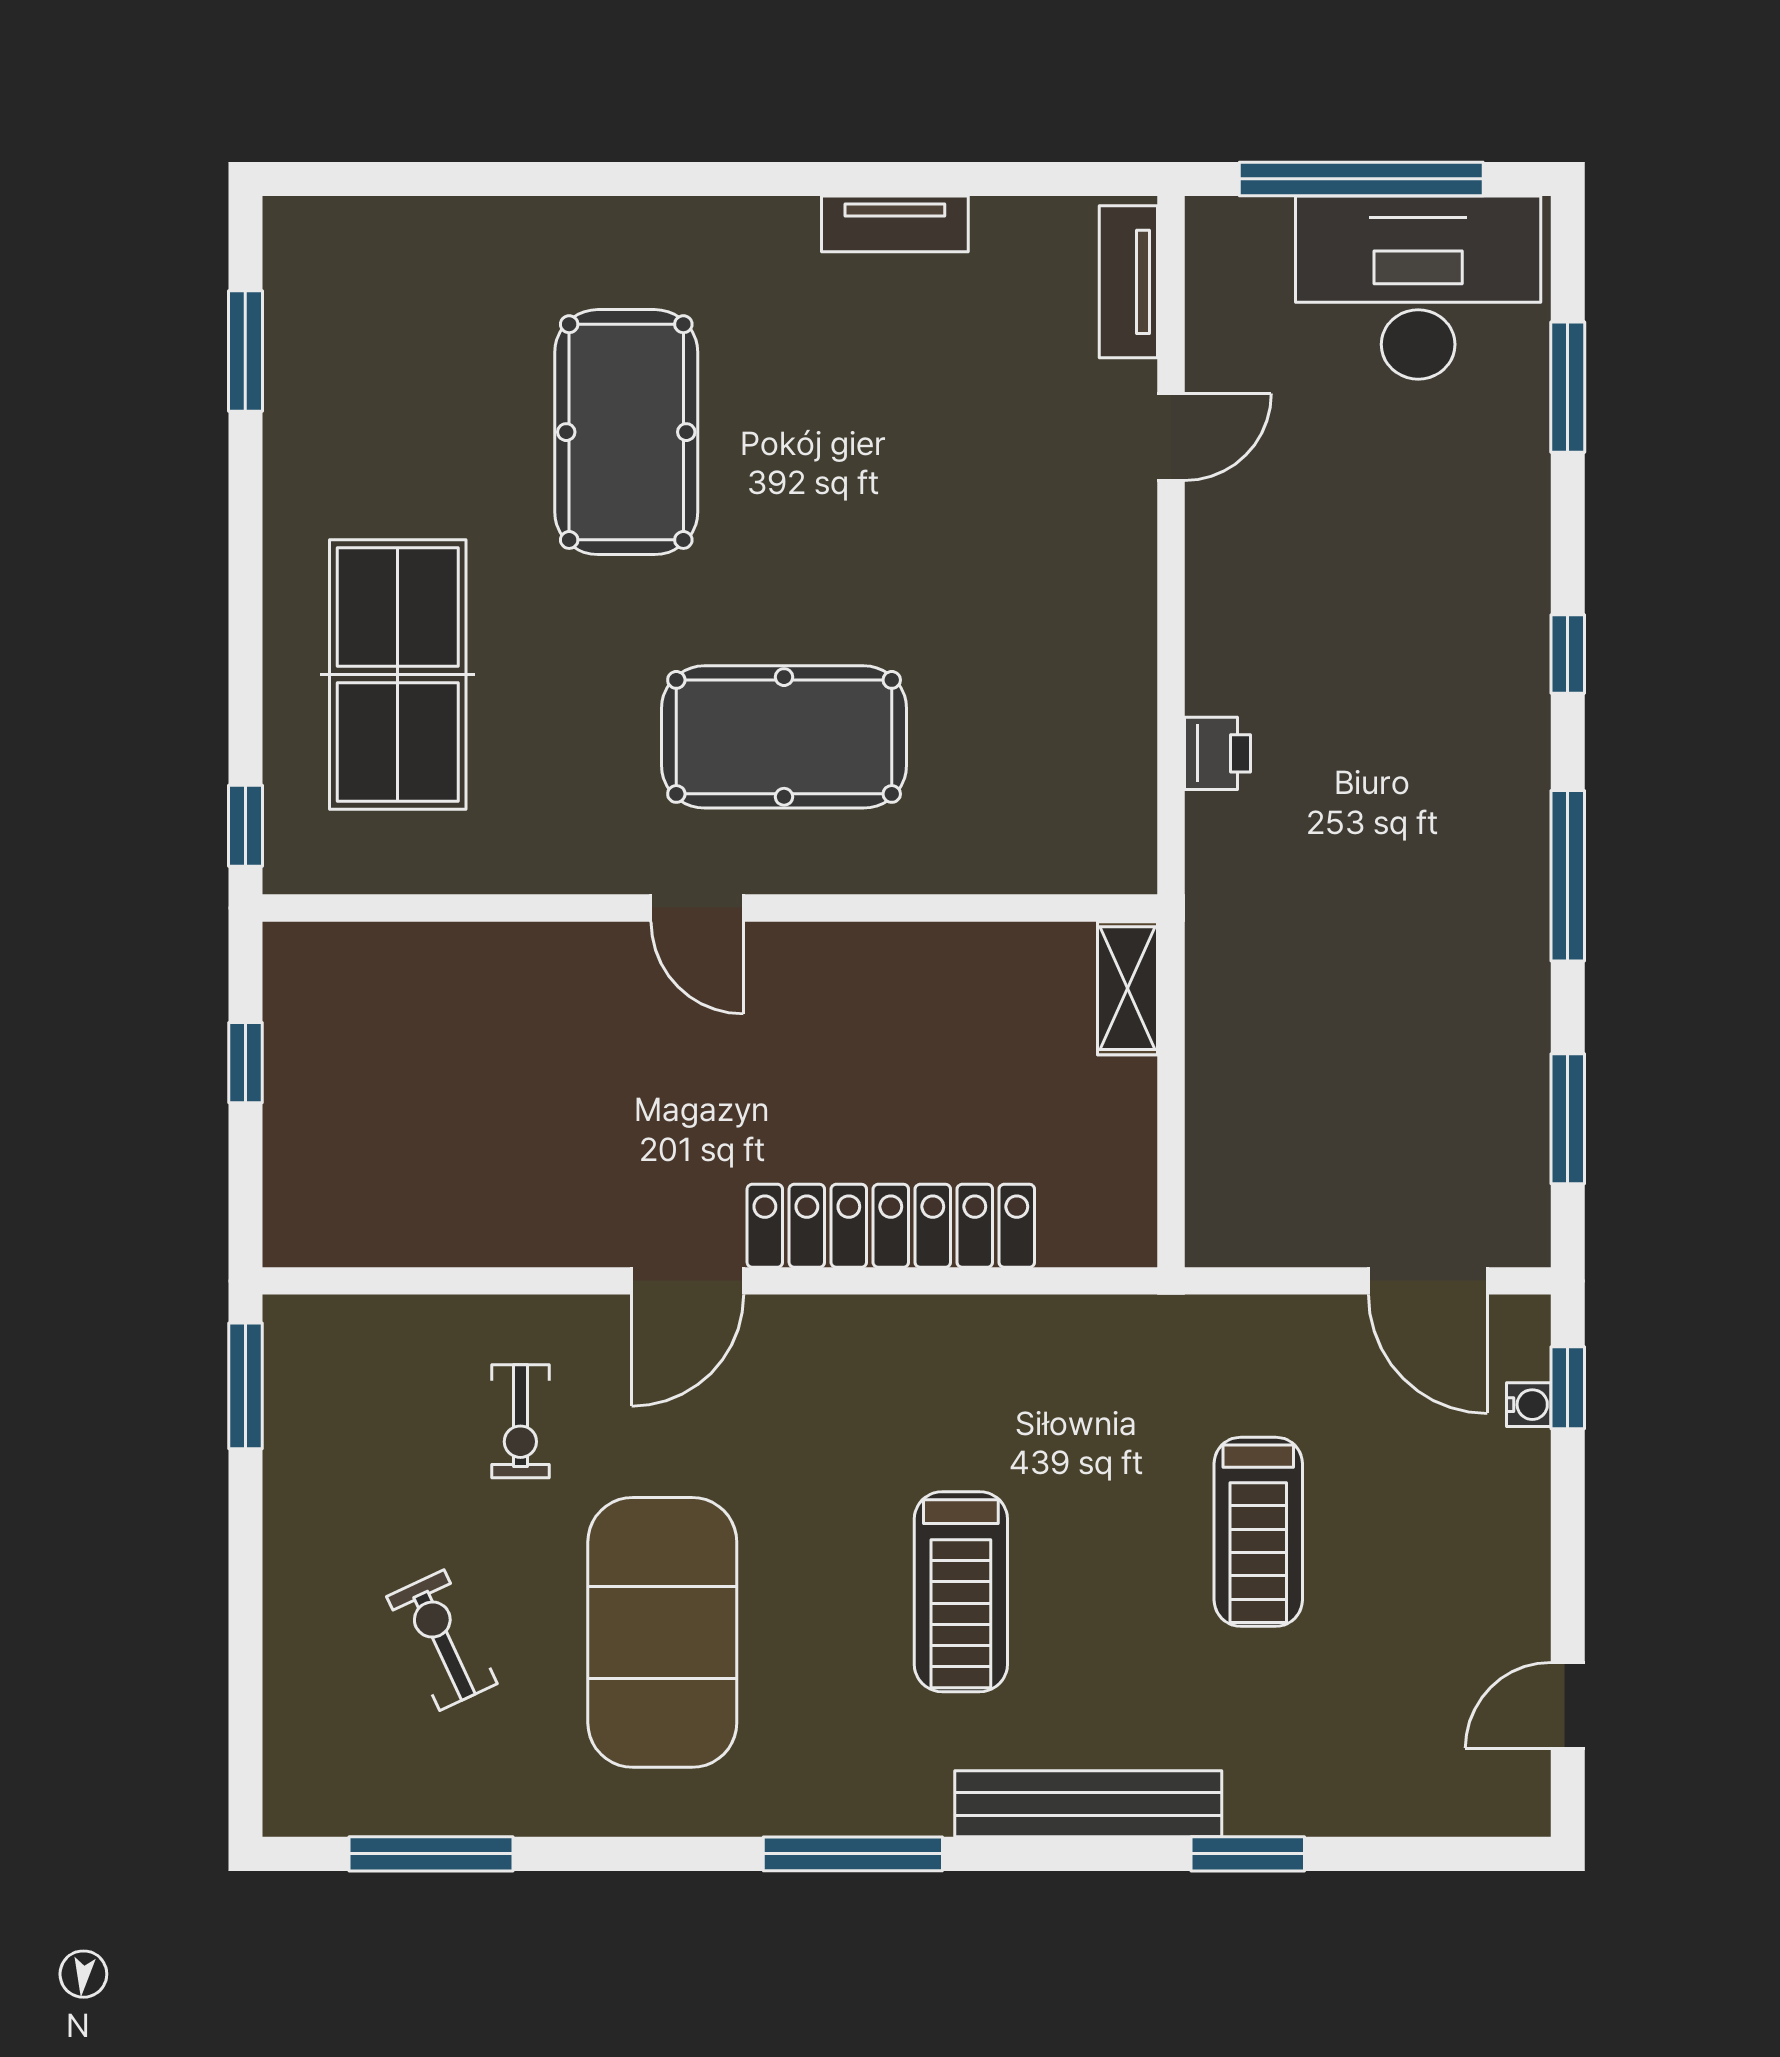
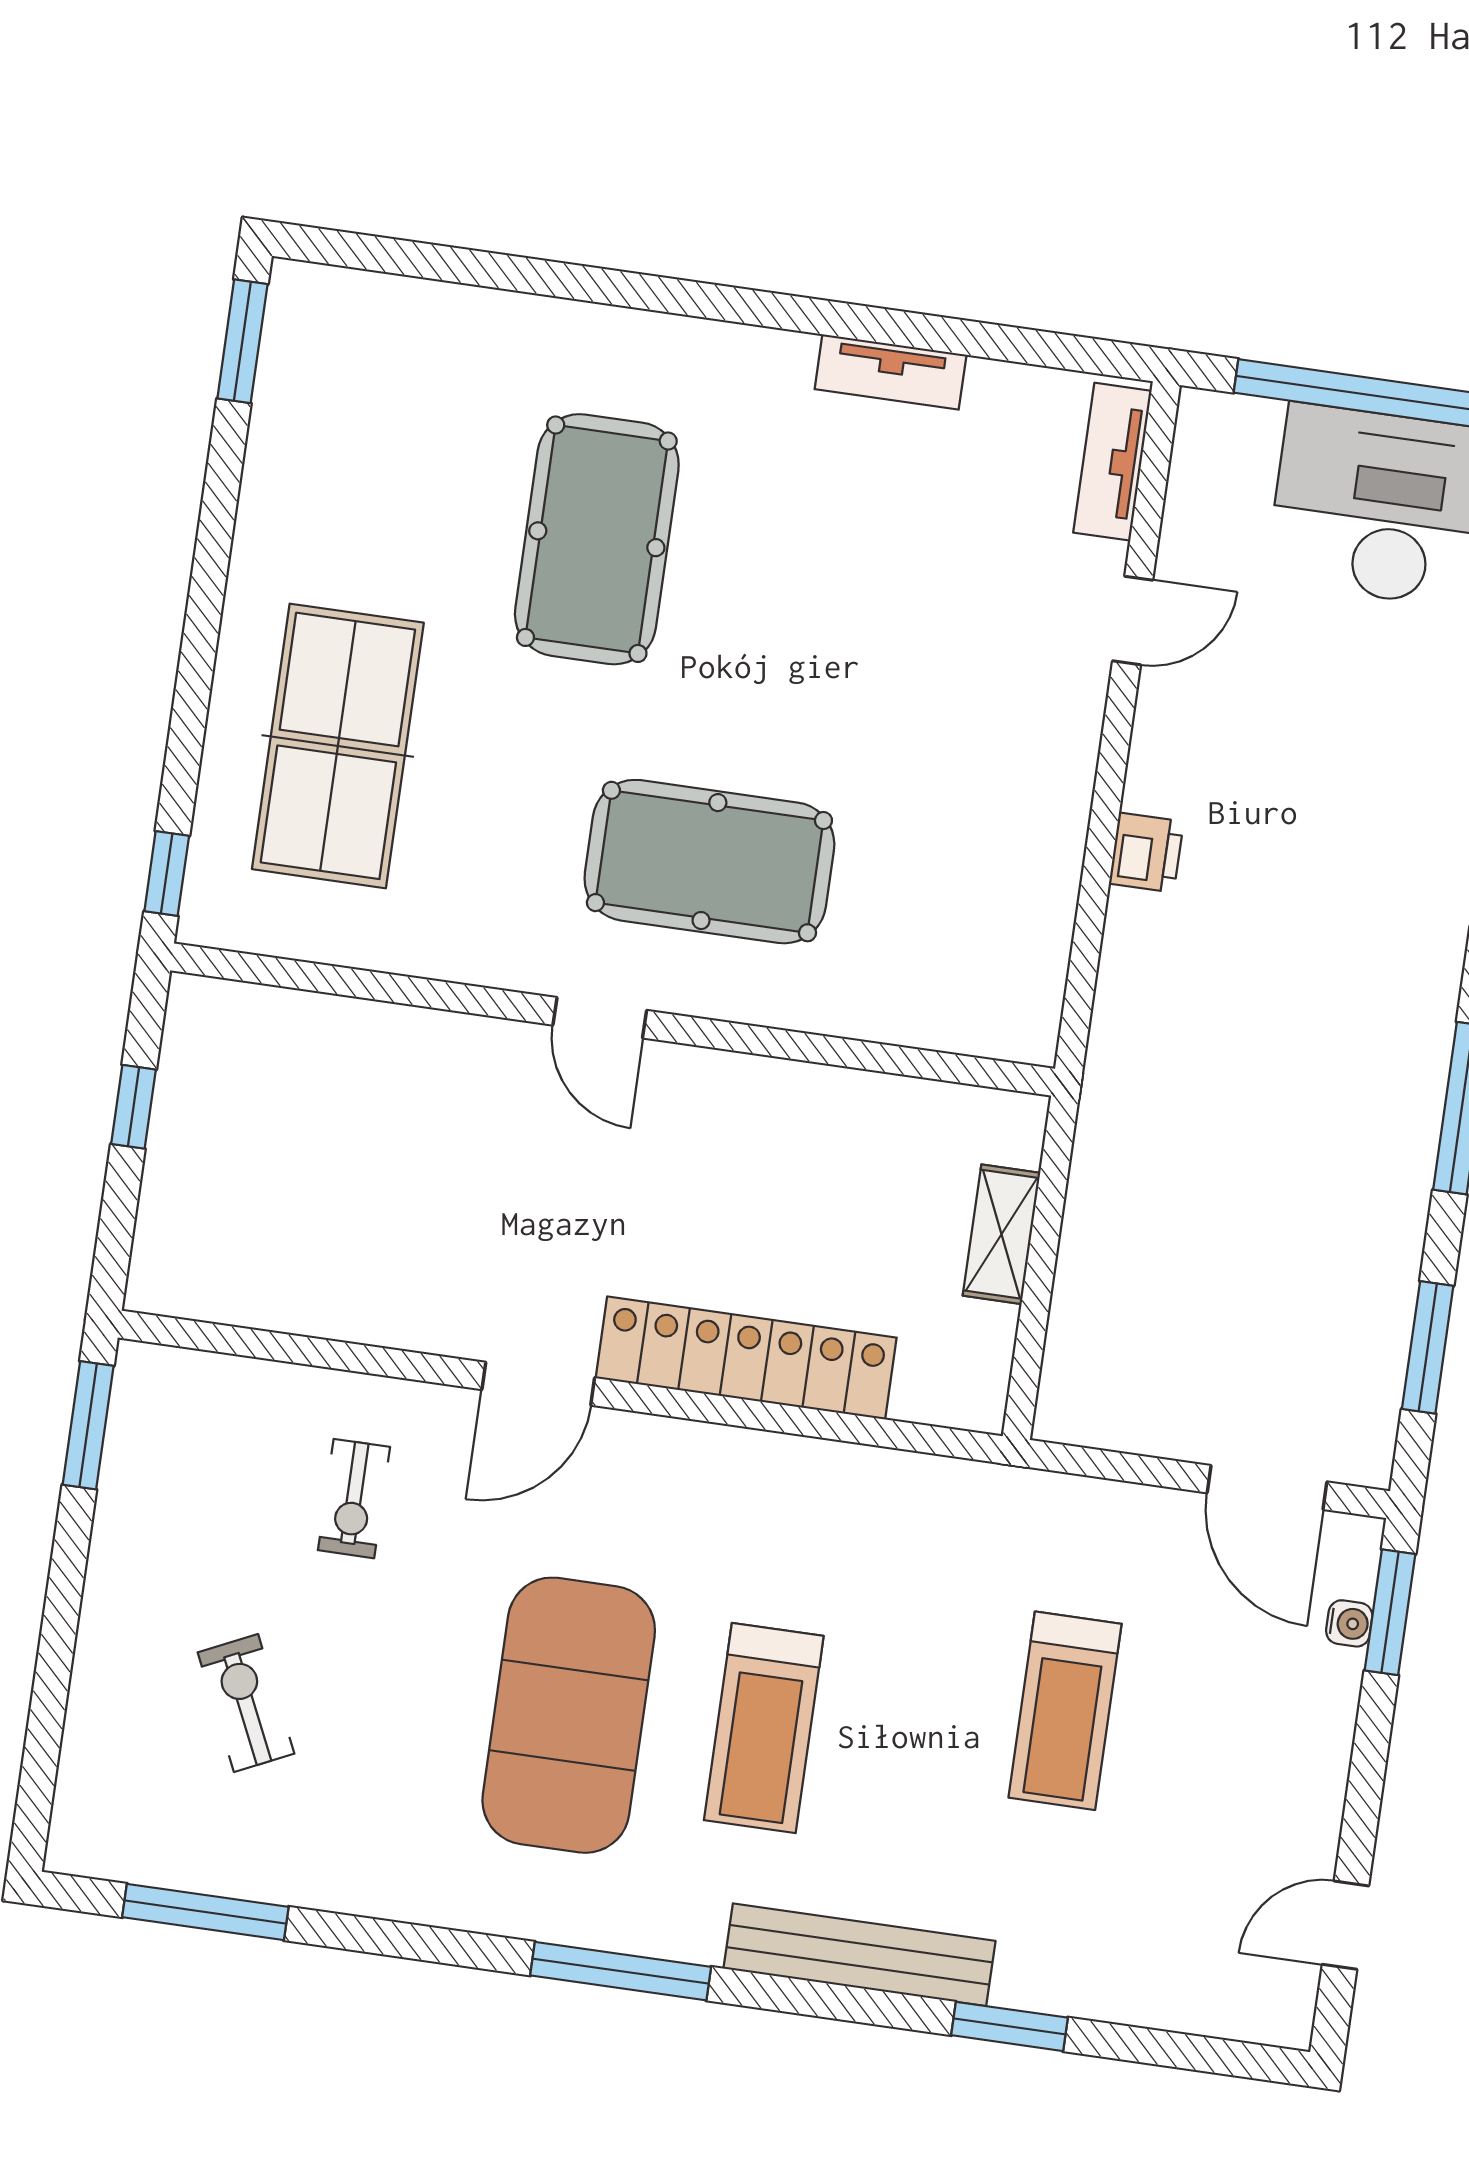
window: (245, 351) -> (242, 341), moved
printer: (1218, 753) -> (1146, 853), moved
shelving: (1127, 988) -> (1001, 1234), moved
window: (1568, 1388) -> (1390, 1612), width x1.50
exercise mat: (662, 1632) -> (569, 1715), moved

